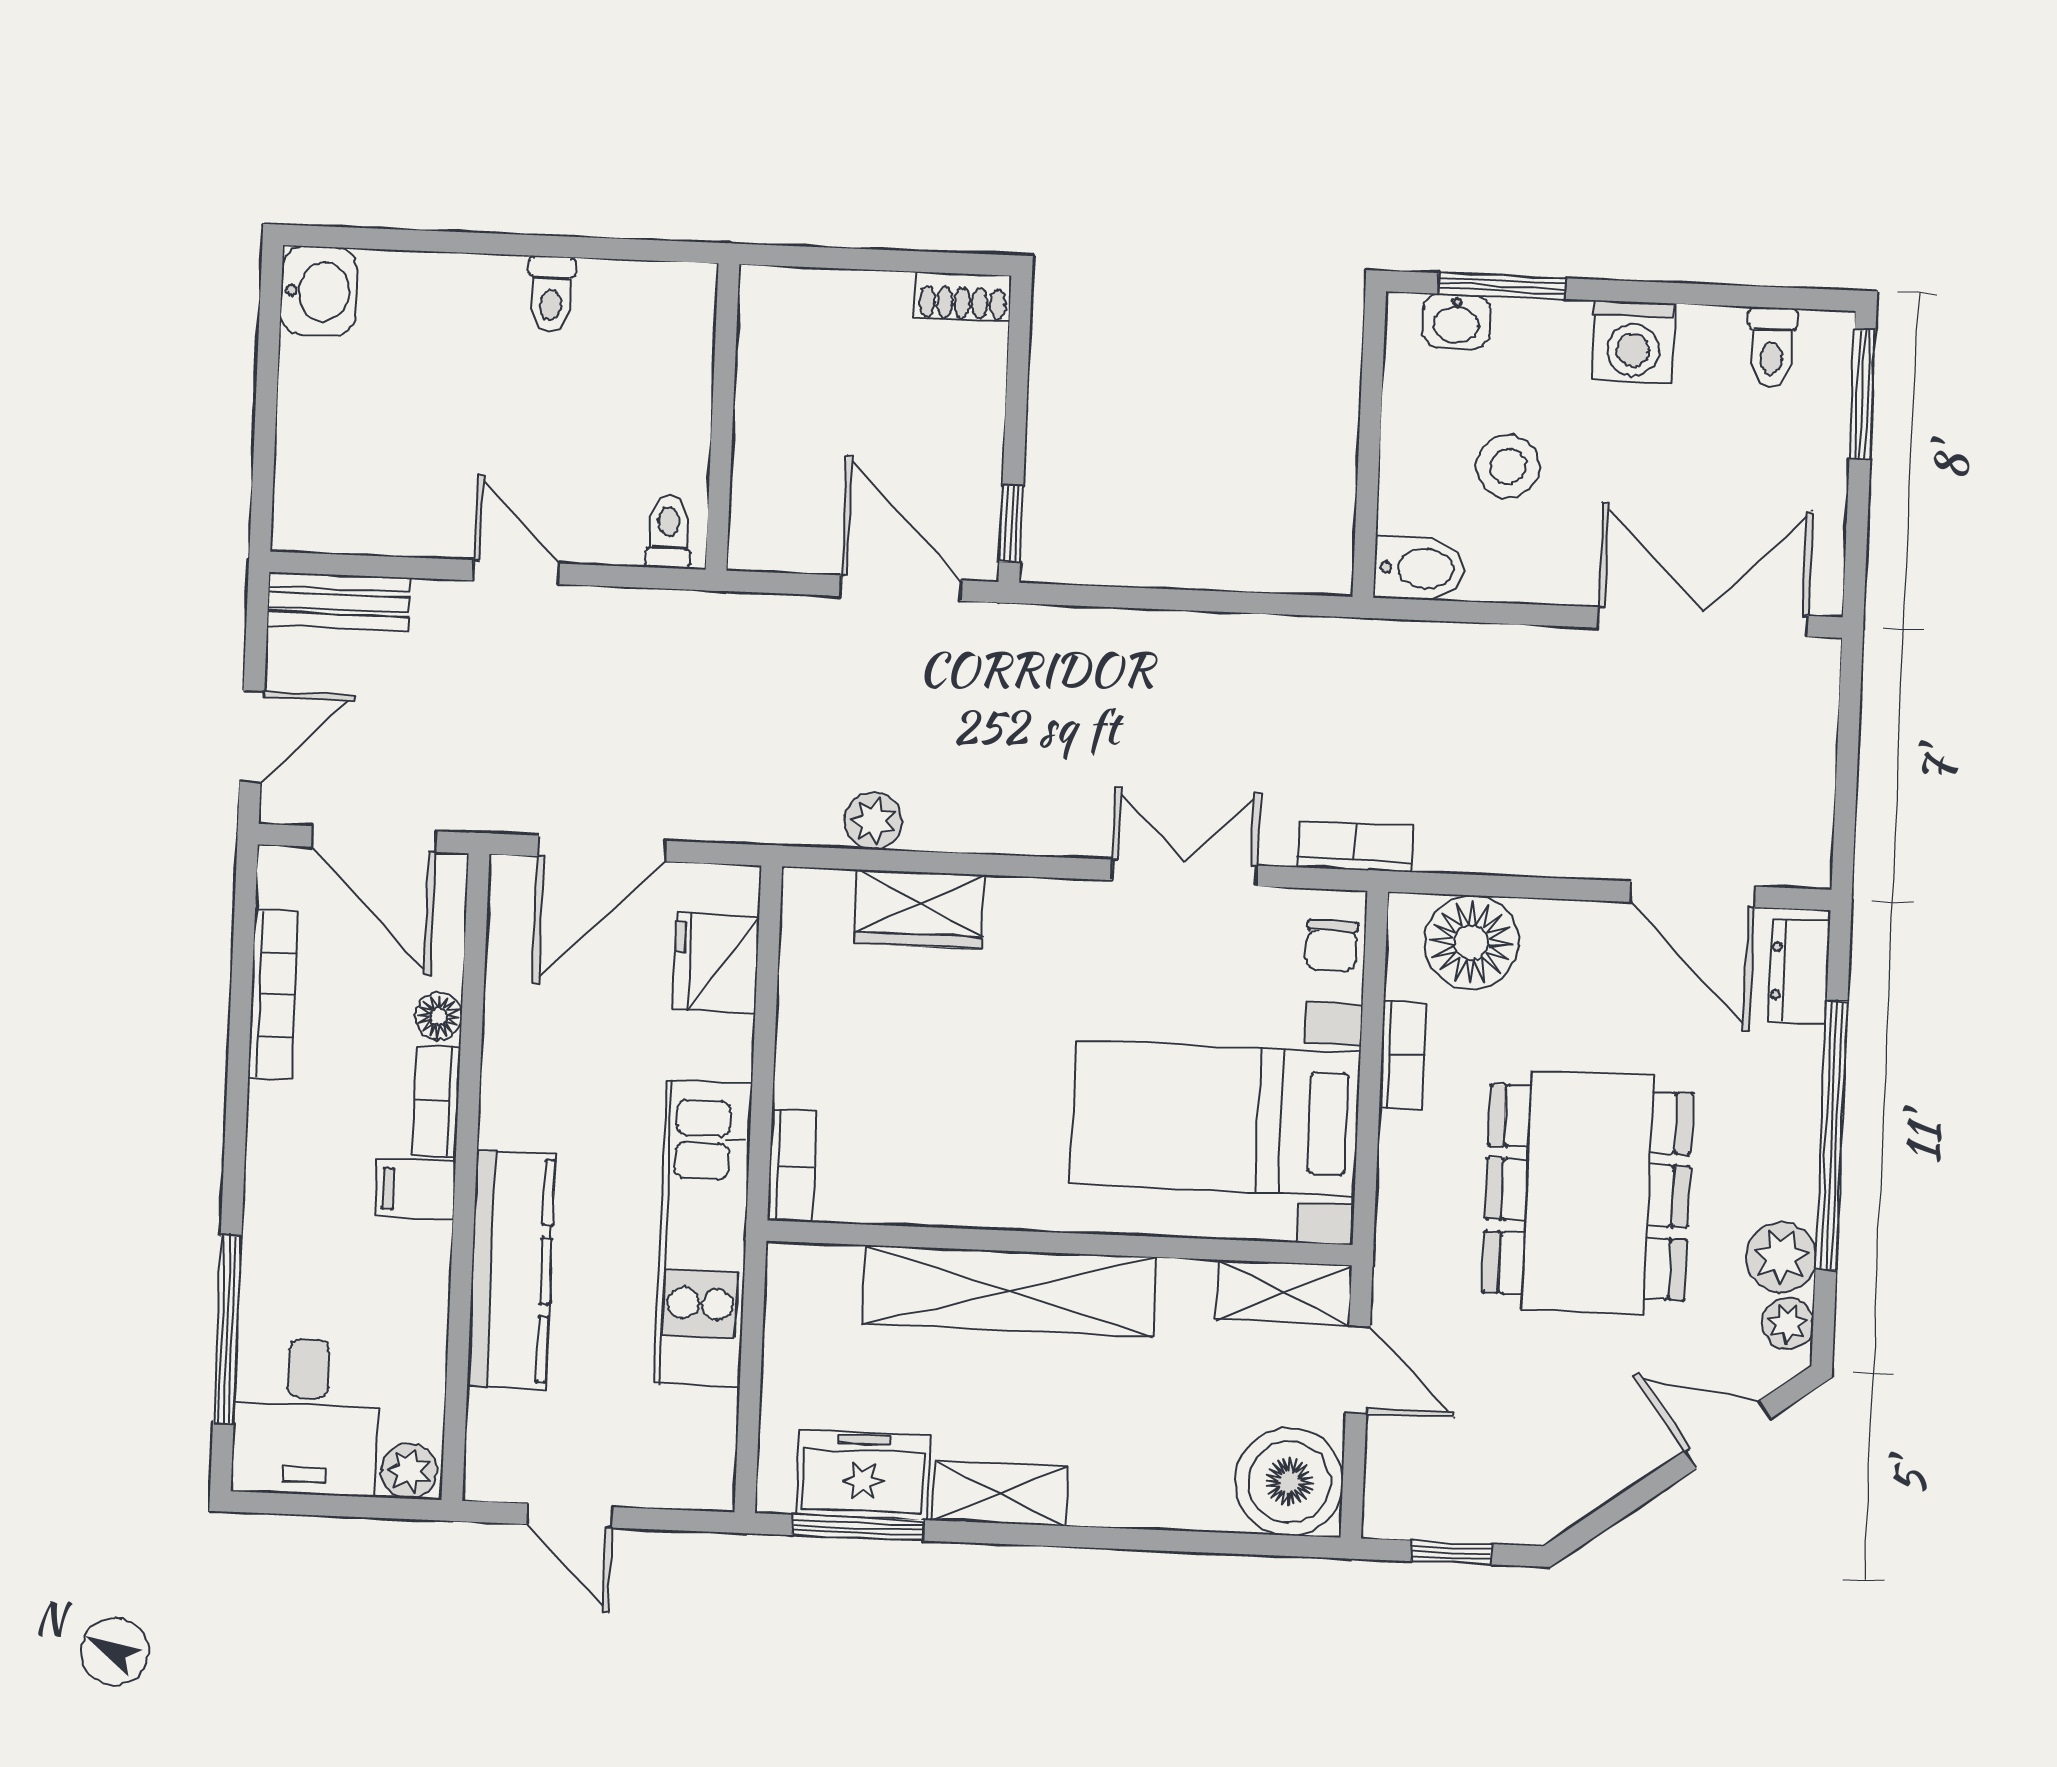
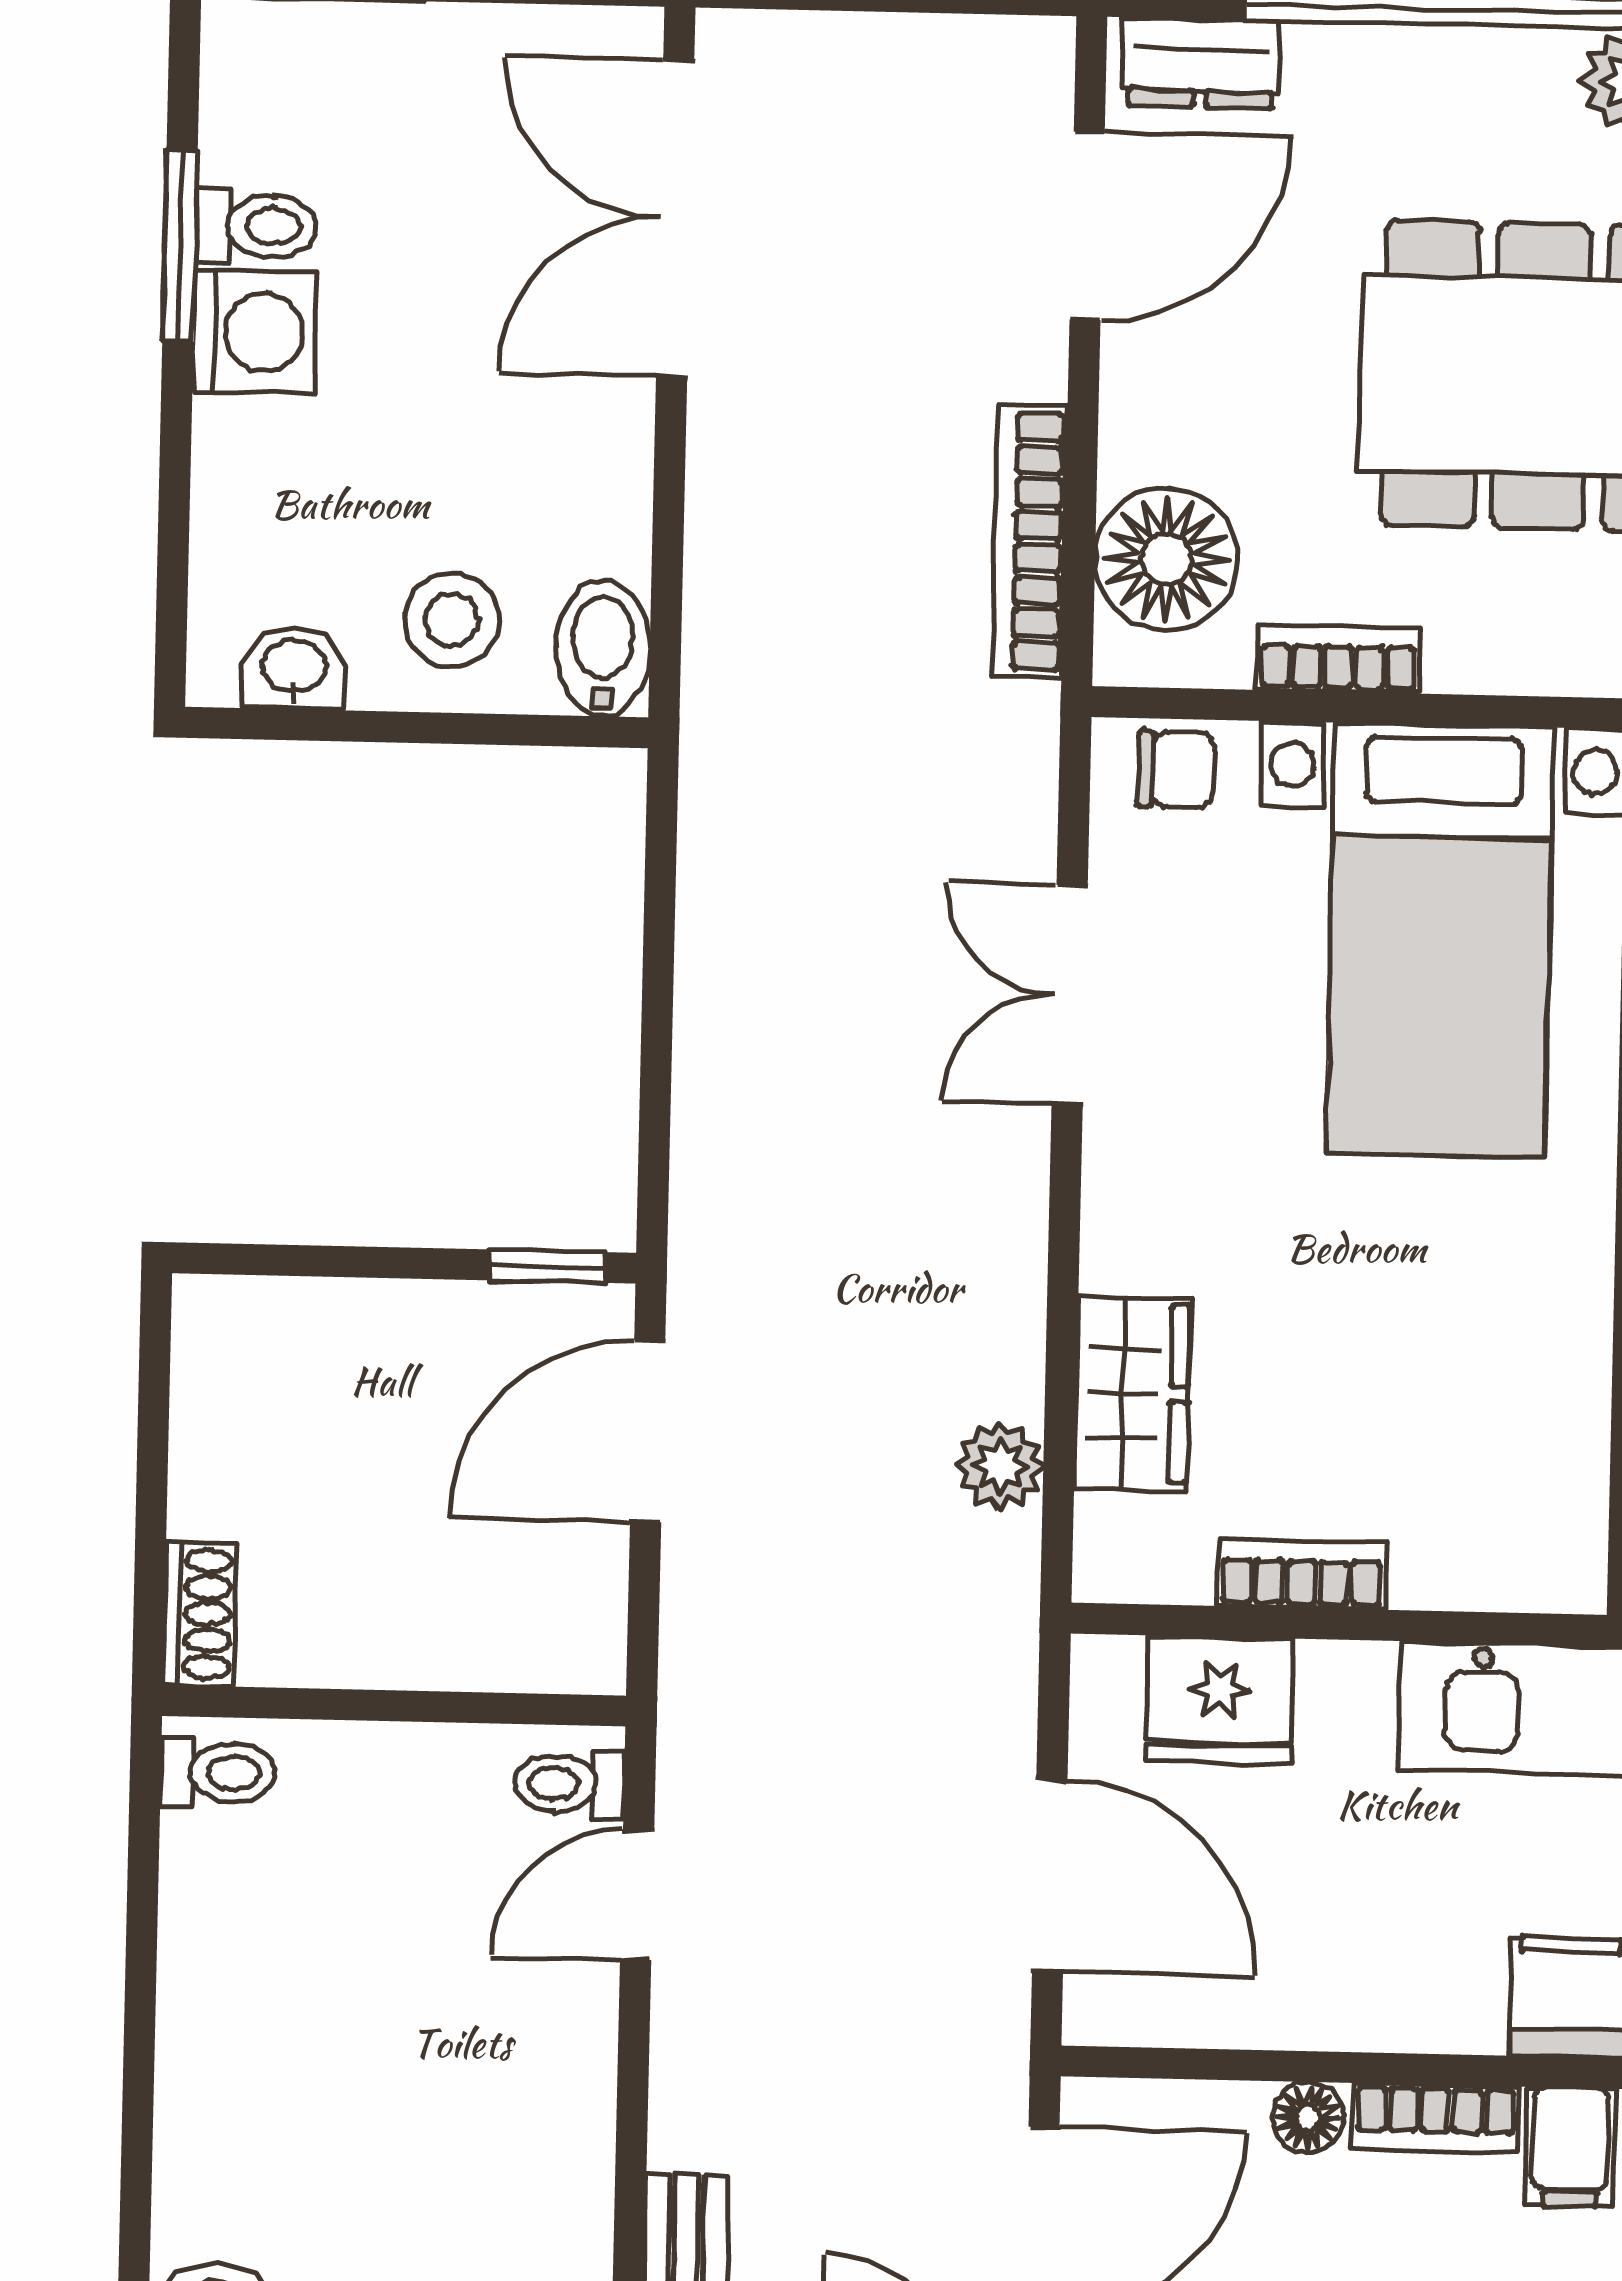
window: (1502, 286) -> (180, 246), moved
toilet: (551, 294) -> (218, 1772), moved
shoe rack: (963, 297) -> (199, 1614), moved
washbasin: (1456, 321) -> (294, 669), moved, turned -90
toilet: (1772, 347) -> (256, 226), moved
stool: (1508, 466) -> (452, 620), moved
door: (516, 572) -> (637, 1895), moved
bookcase: (1355, 847) -> (1030, 541), moved, width x1.56
bookcase: (792, 1166) -> (1302, 1574), moved

